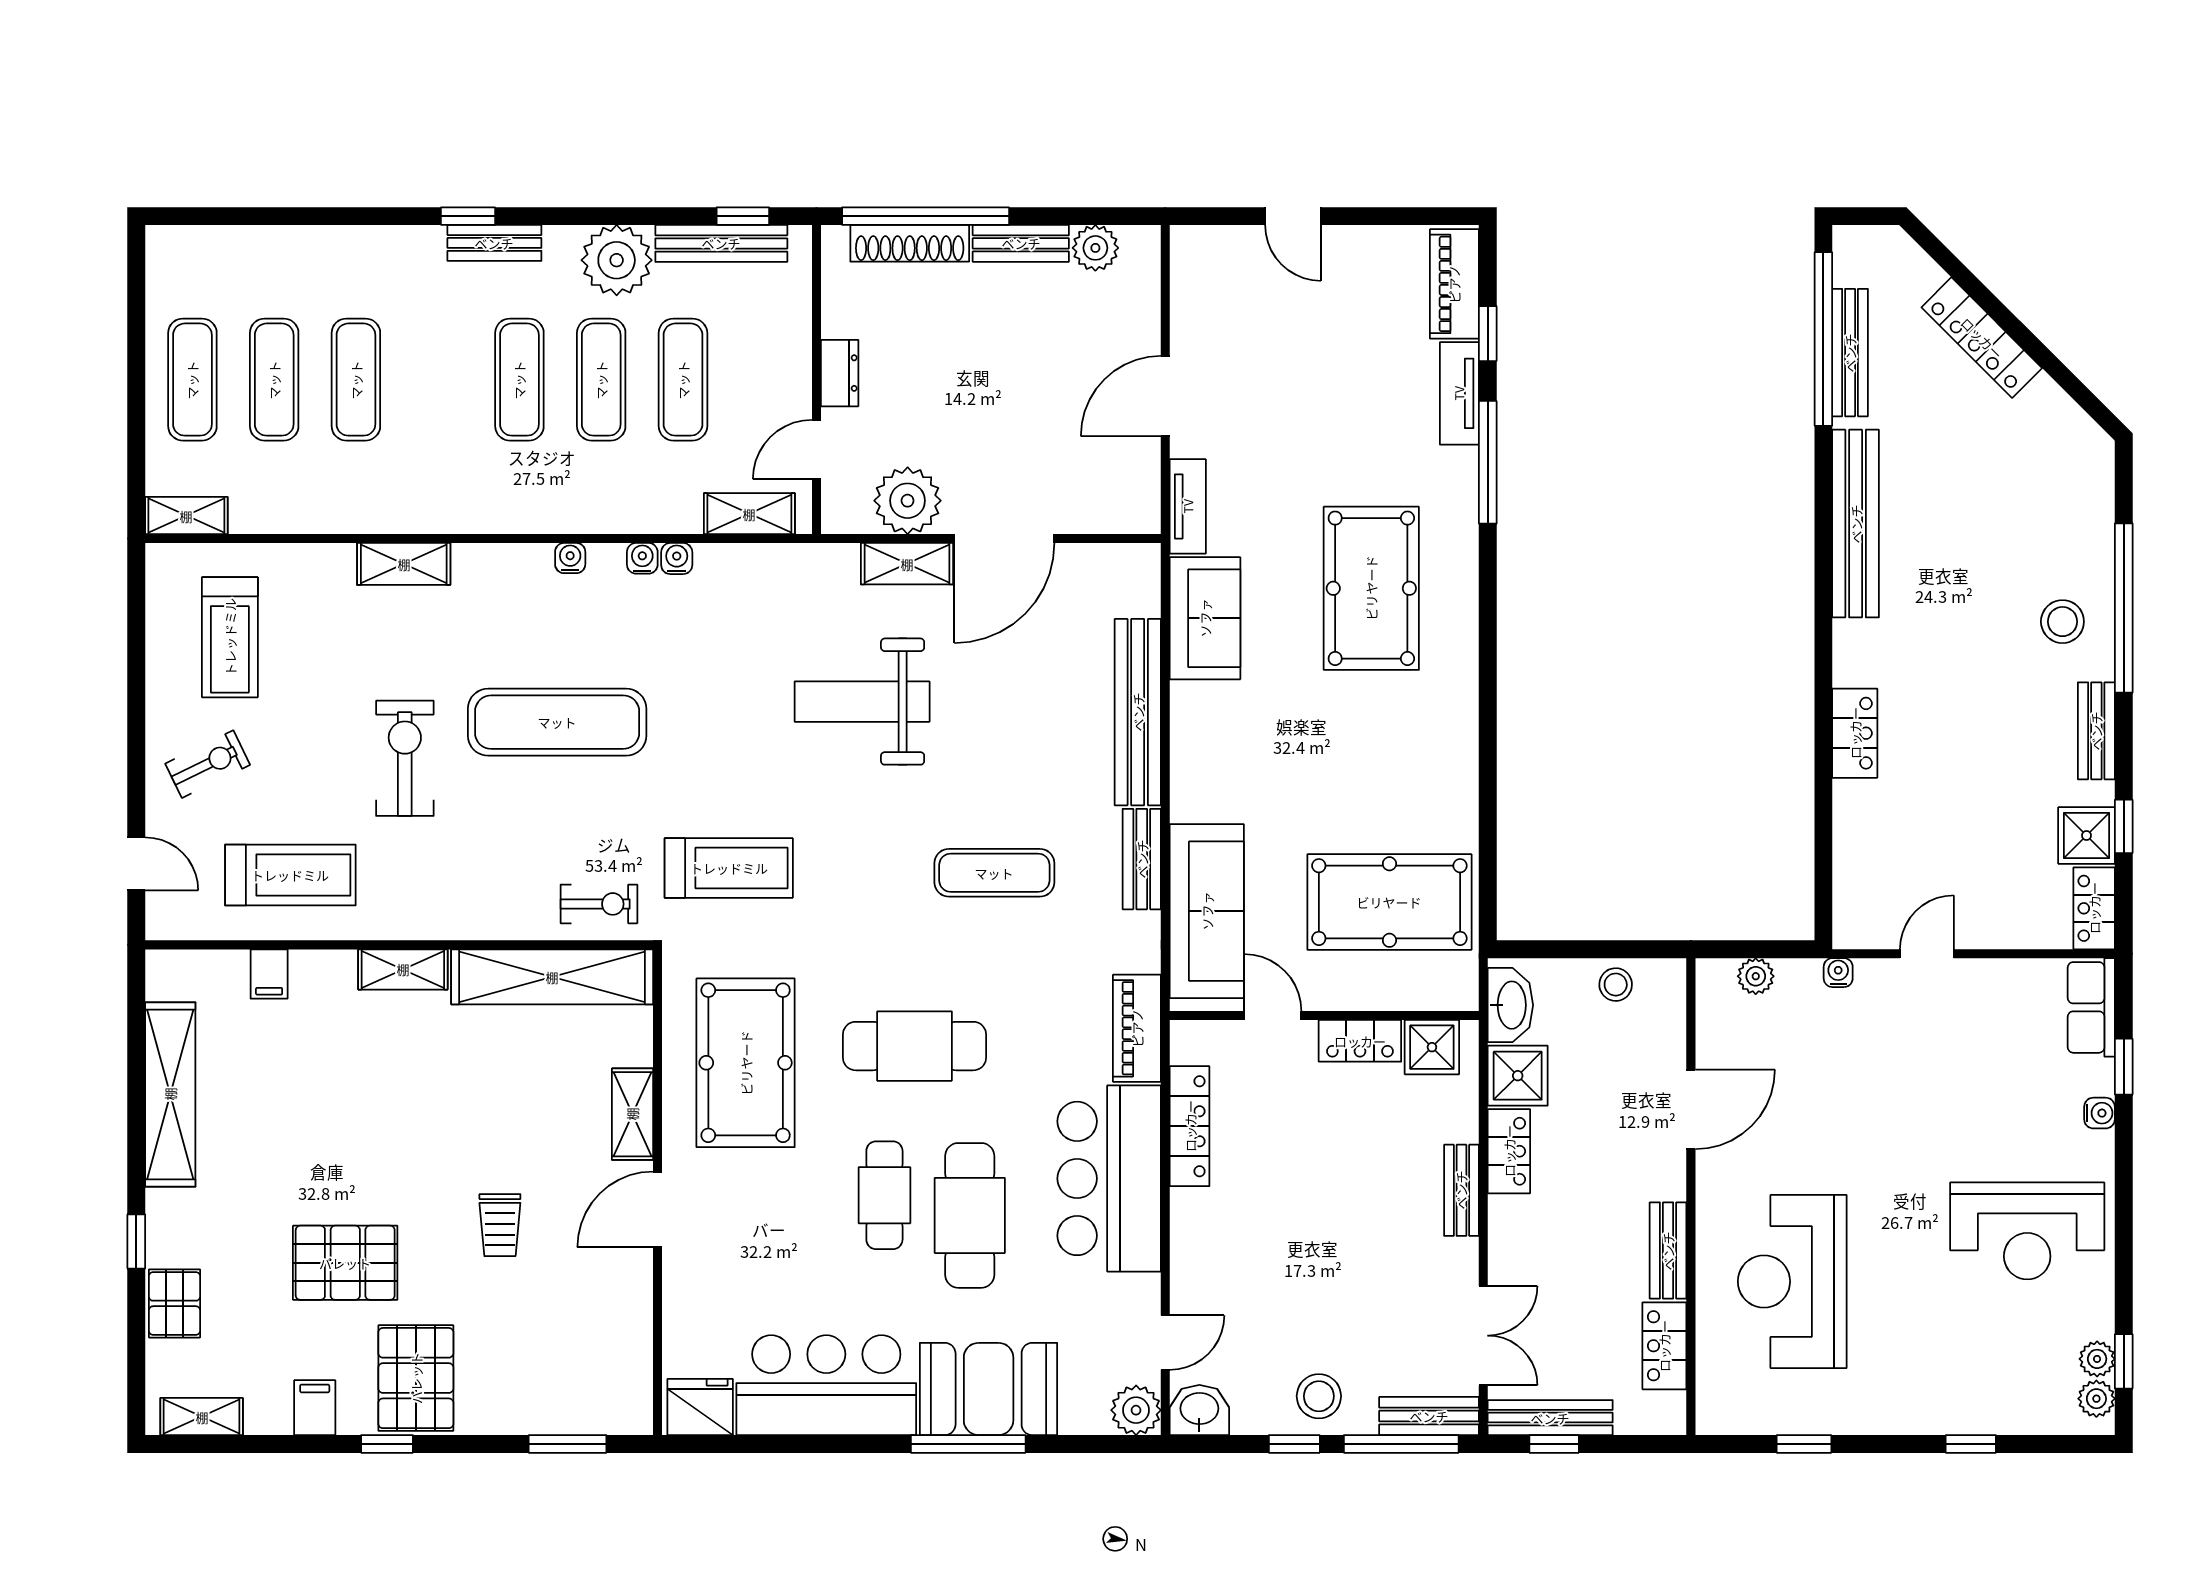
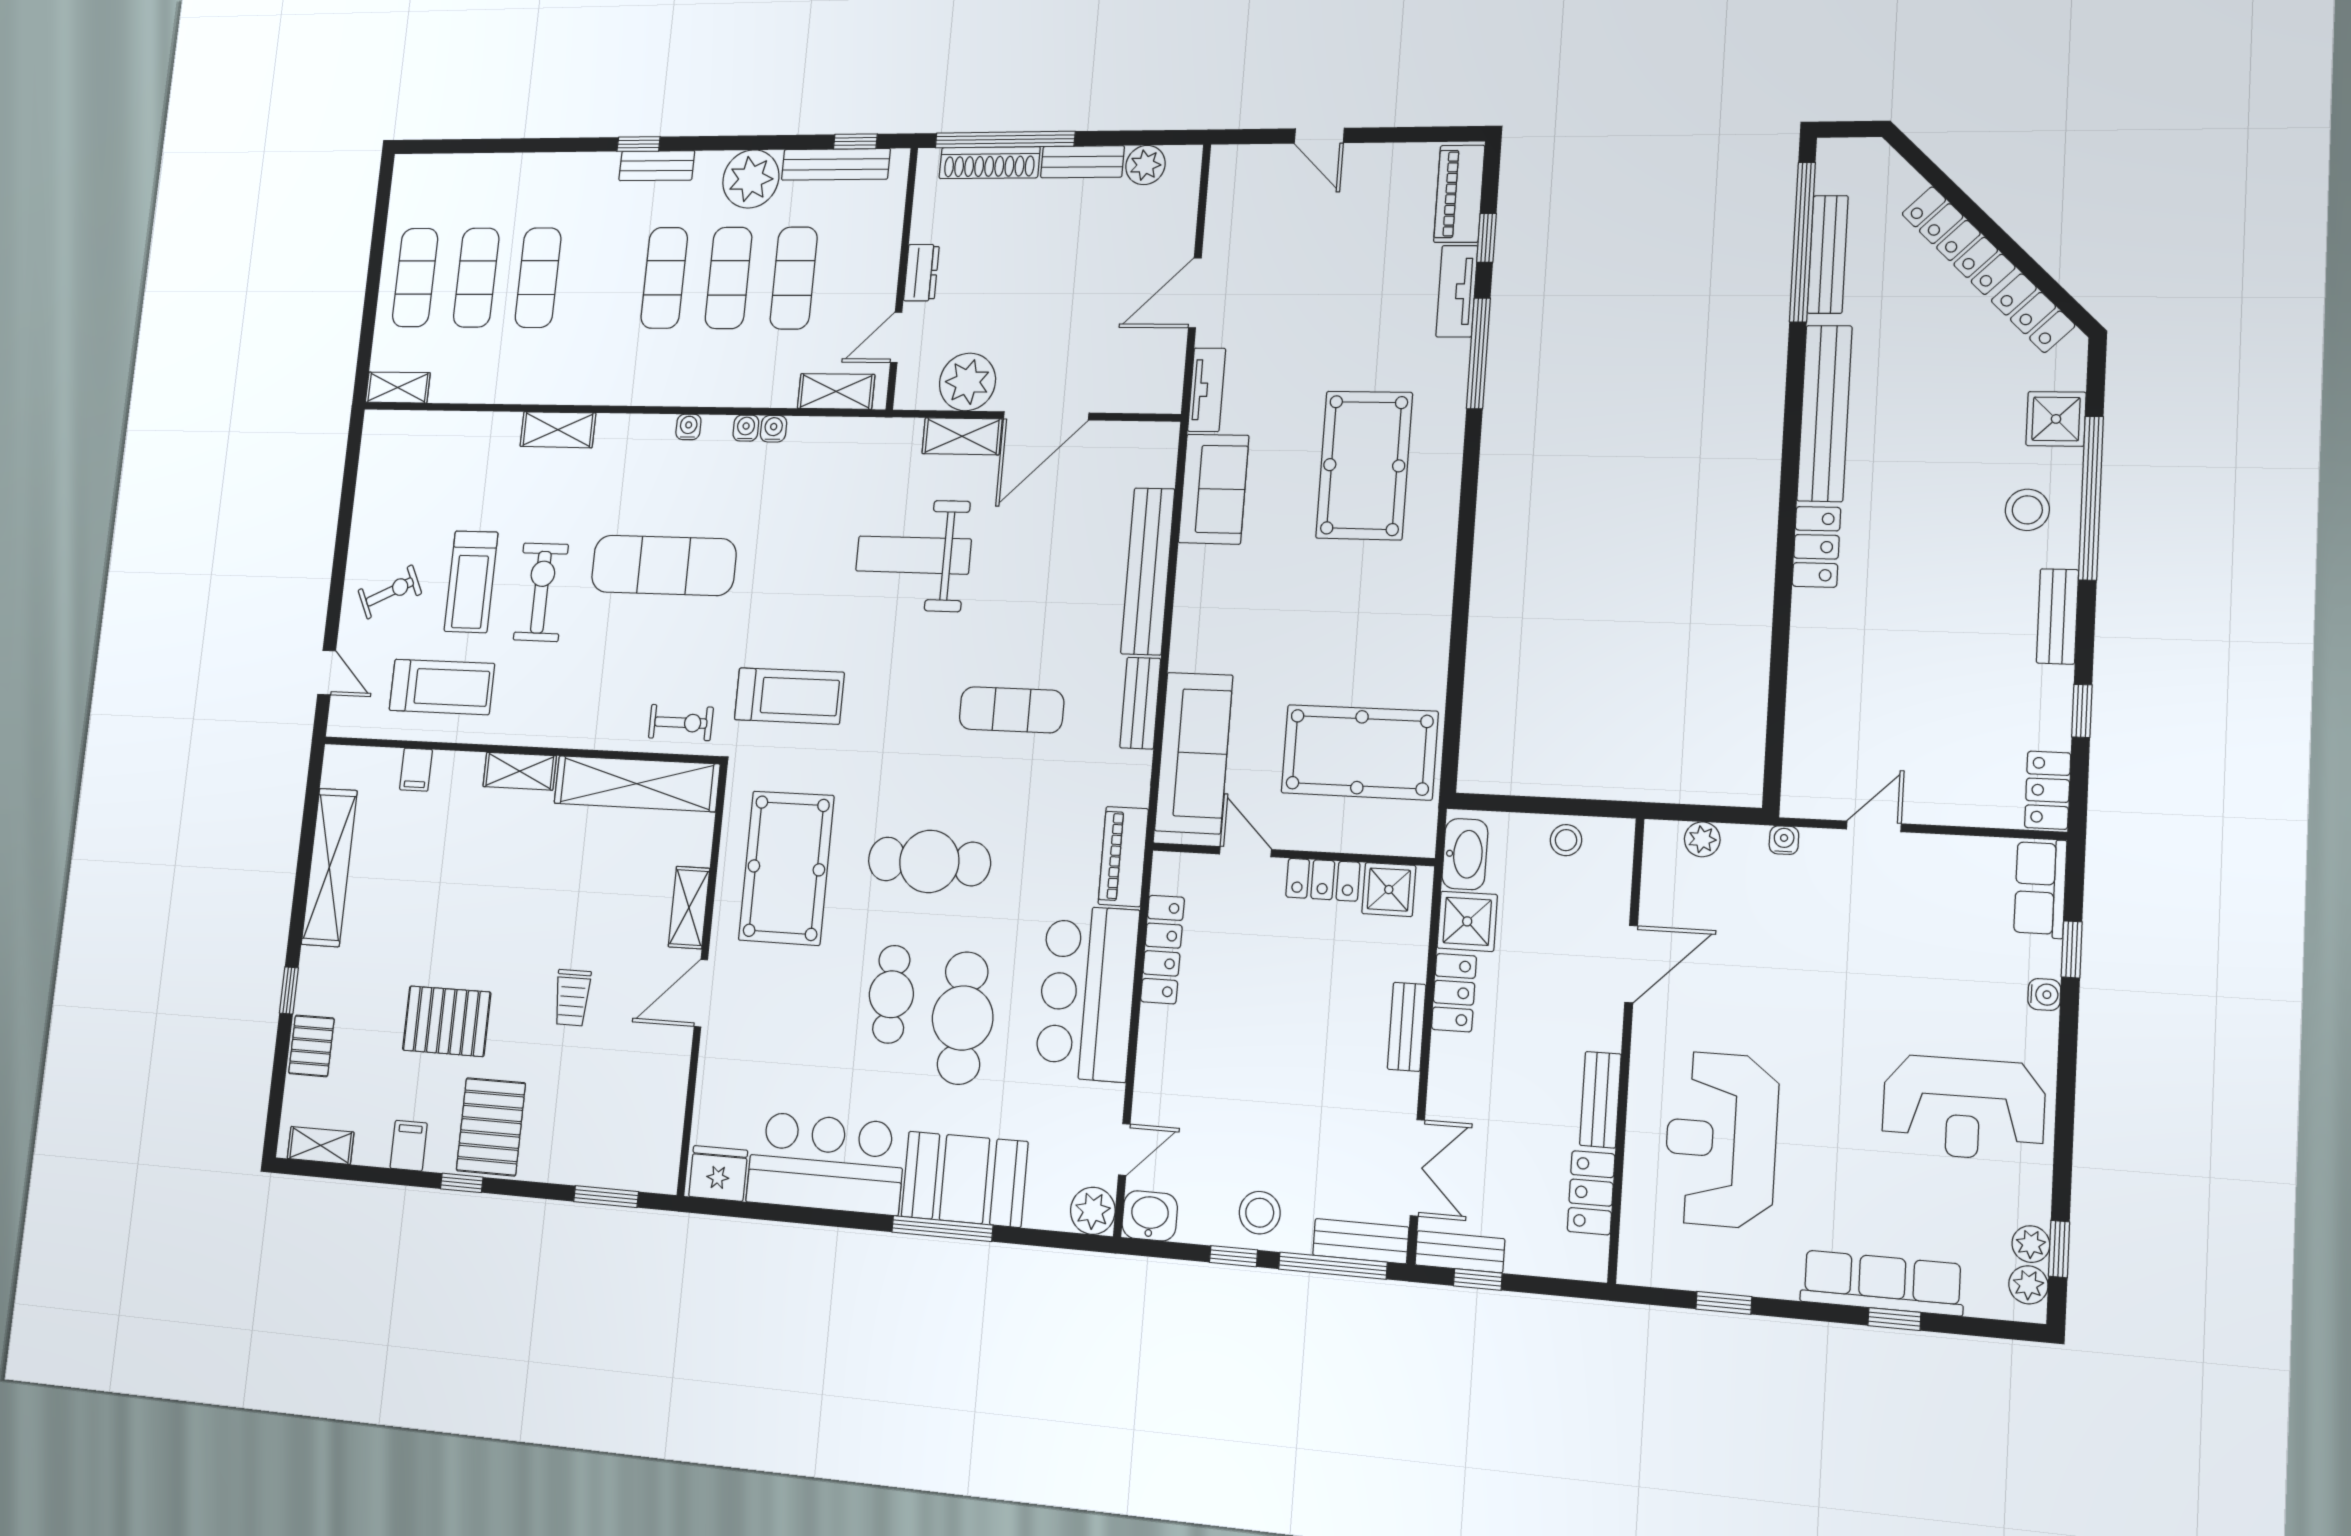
locker: (2059, 415) -> (2033, 313), added
treadmill: (230, 637) -> (471, 582), moved
locker: (1855, 733) -> (1816, 547), moved
shower: (2087, 835) -> (2056, 419), moved
row of seats: (1957, 1410) -> (1882, 1283), added
bench: (1550, 1418) -> (1460, 1252), width x0.73

